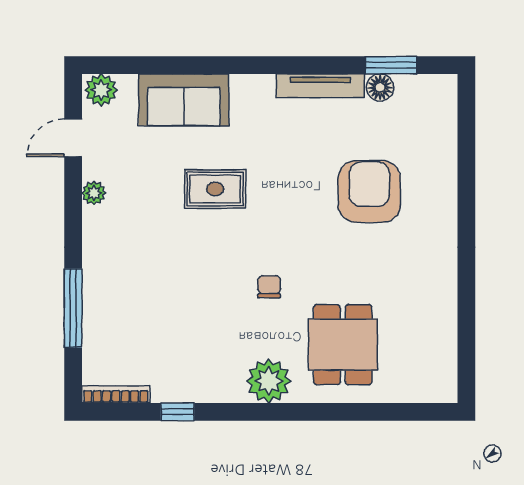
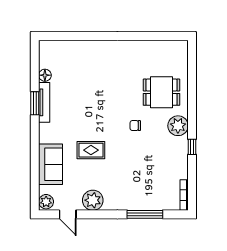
window: (391, 65) -> (35, 103), moved
rug: (215, 189) -> (91, 150), turned 90
armchair: (369, 192) -> (92, 80), removed
plant: (94, 193) -> (93, 200), width x1.88, depth x1.88
window: (178, 412) -> (192, 147), moved

